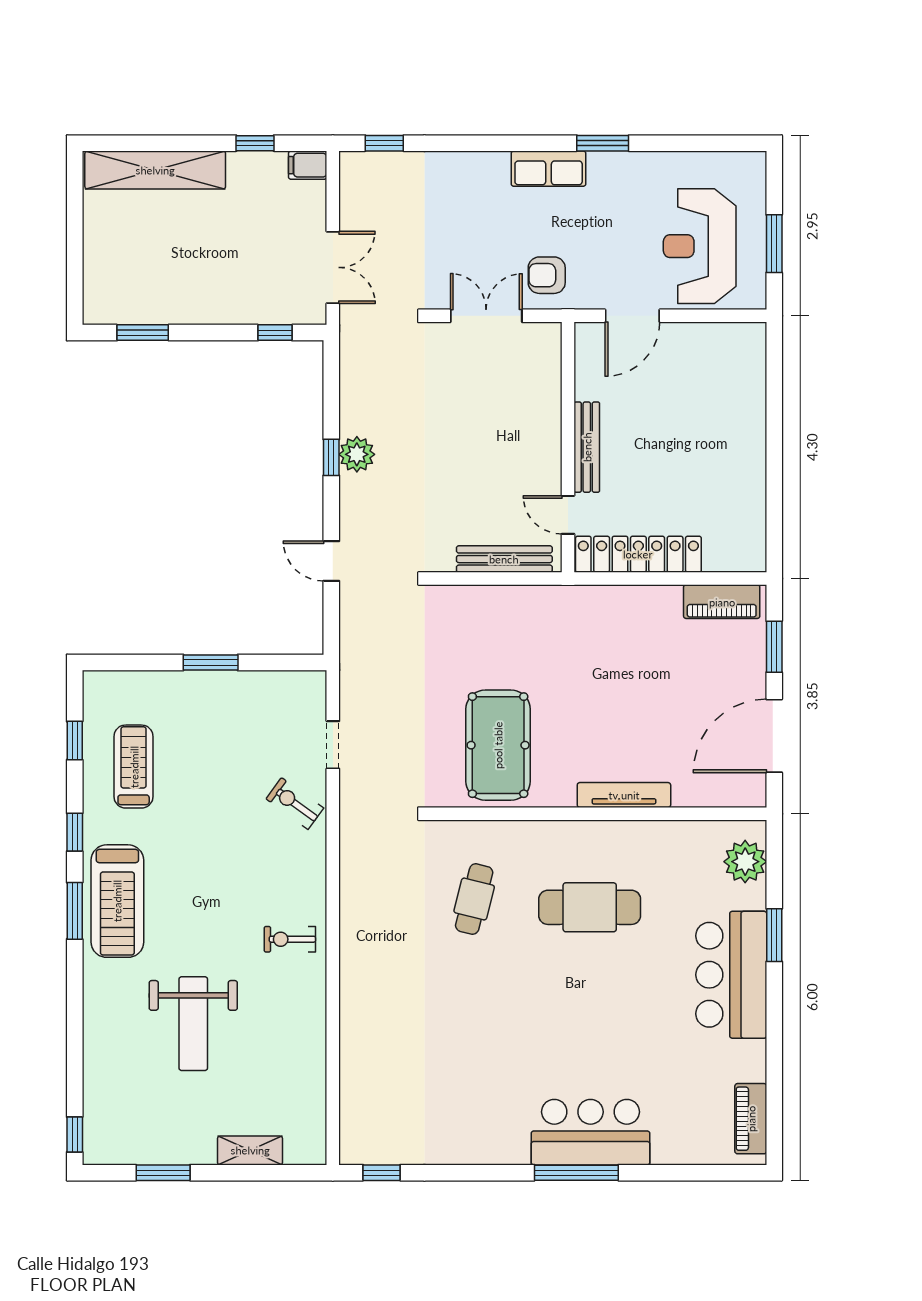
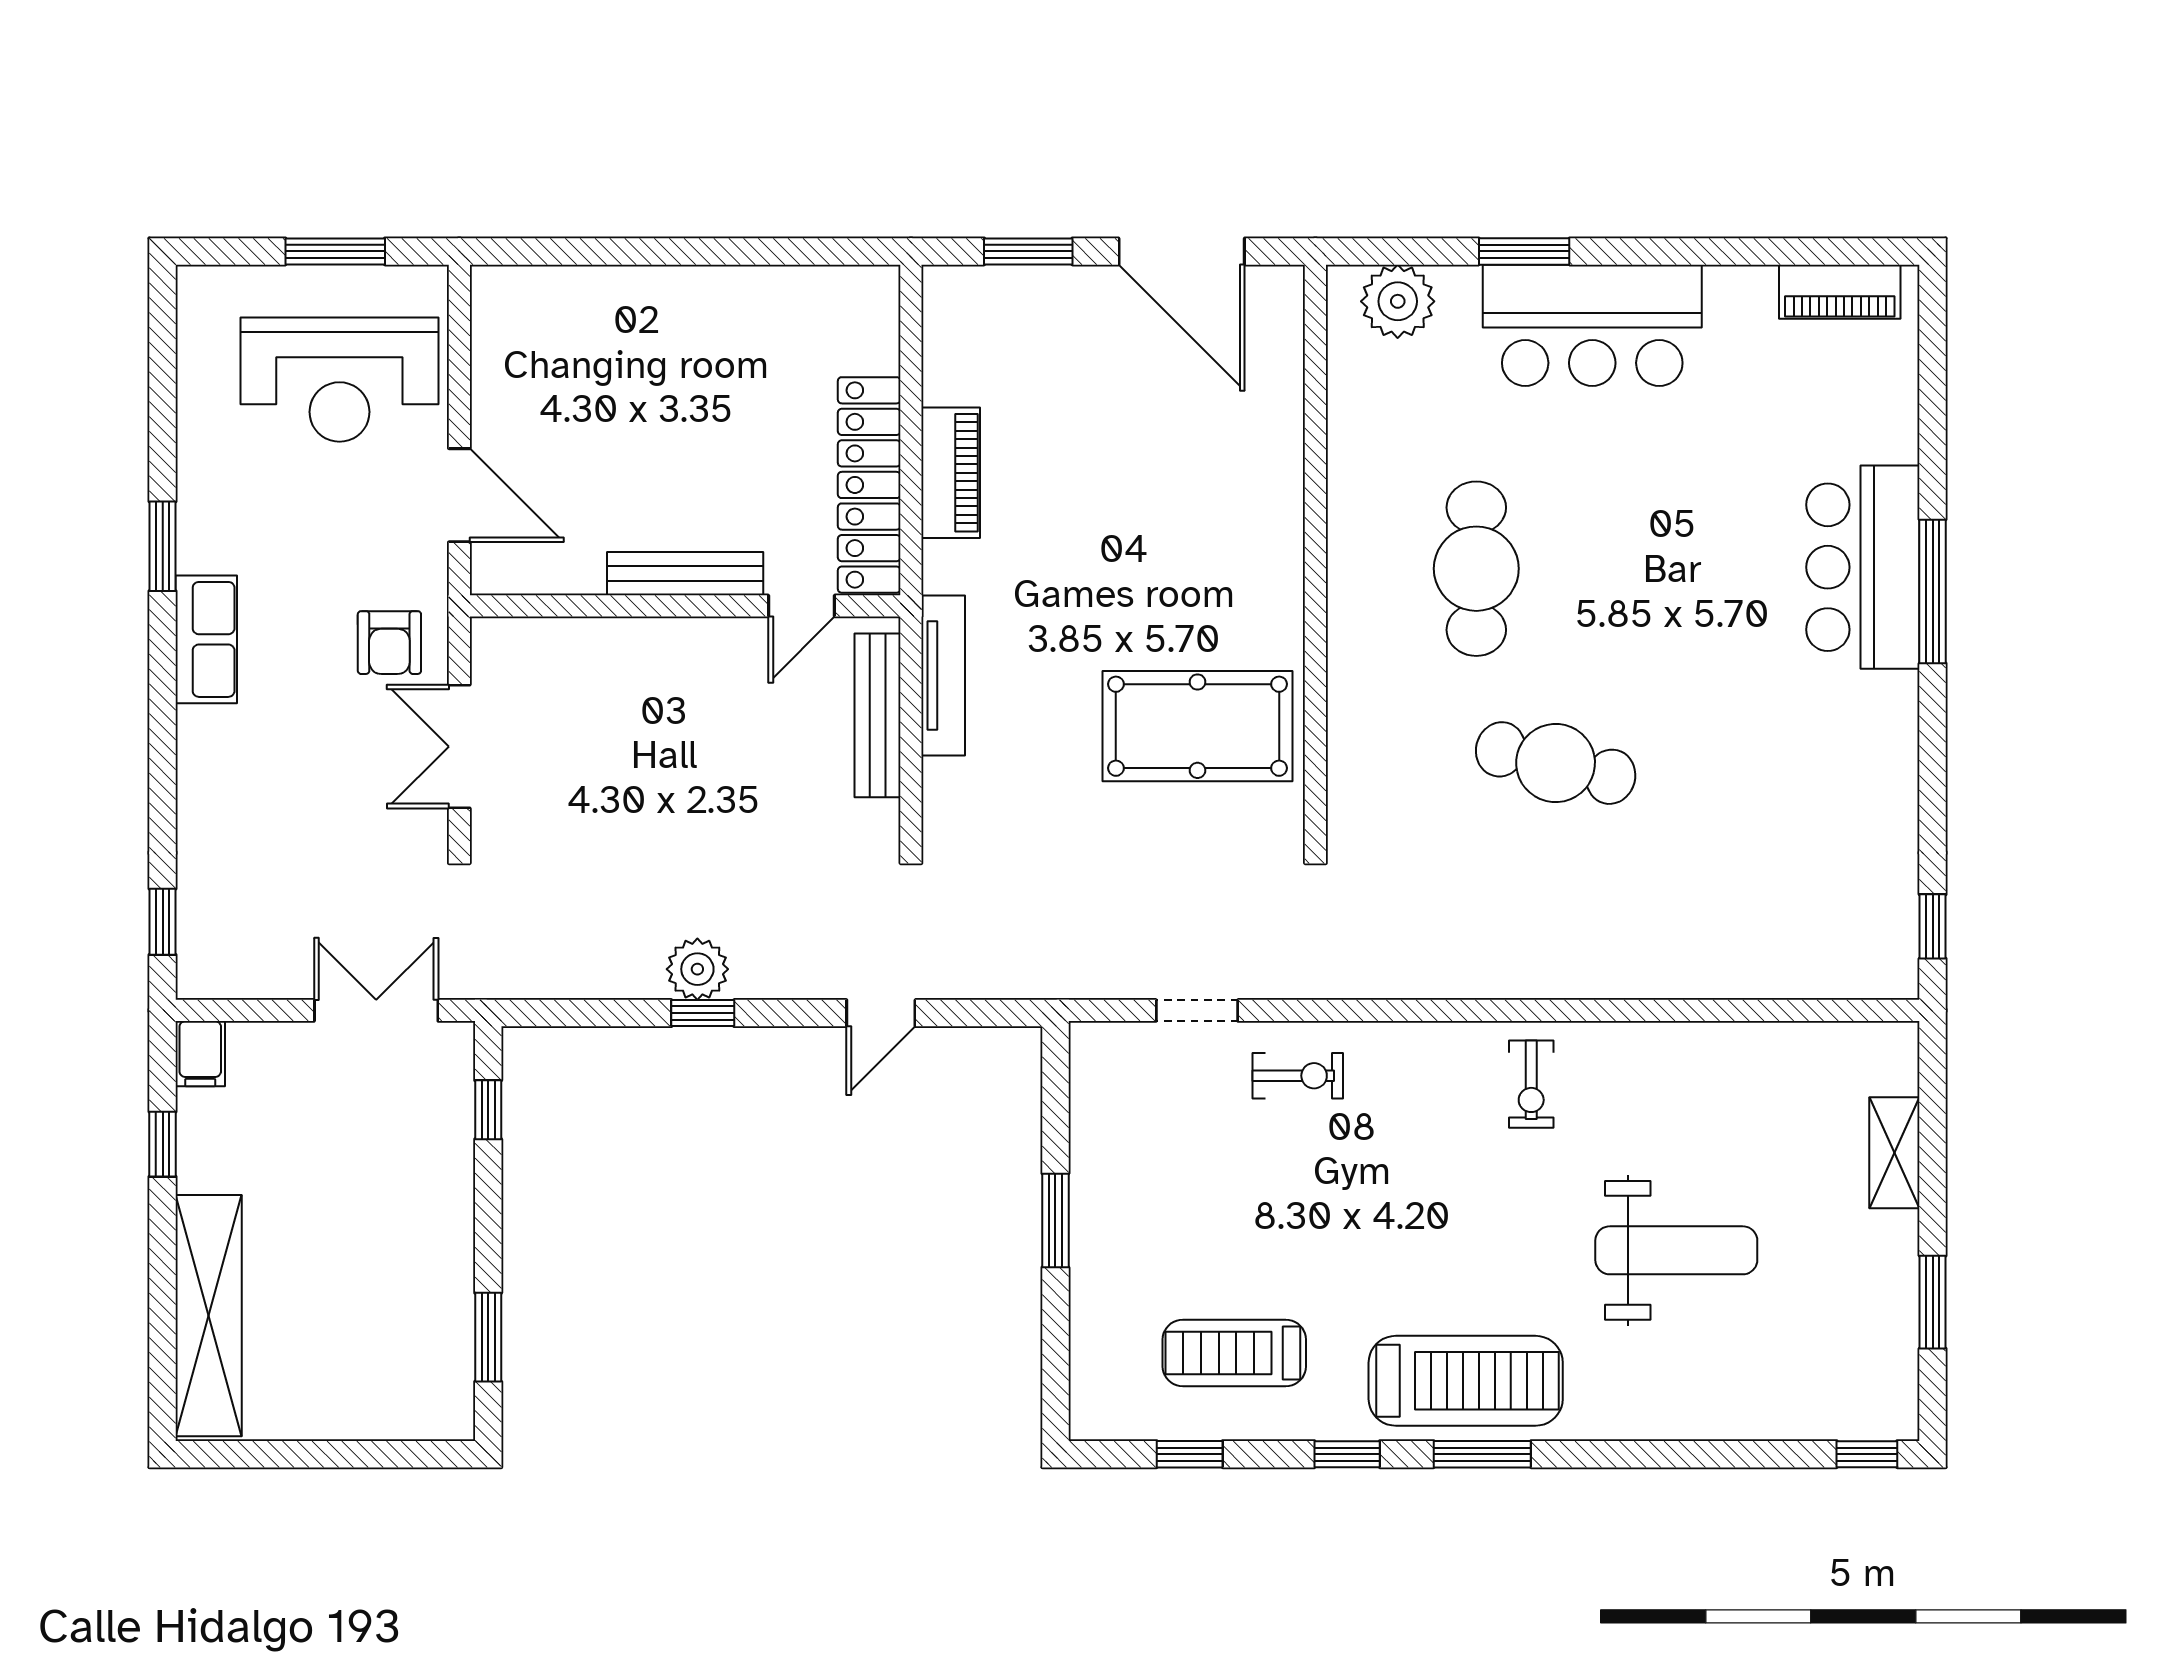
piano: (722, 602) -> (951, 473), moved
tv unit: (624, 795) -> (943, 676), moved, turned 180
exercise bike: (295, 804) -> (1298, 1076), turned -126
cafe table: (474, 899) -> (1556, 763), moved, width x1.37, depth x1.35

